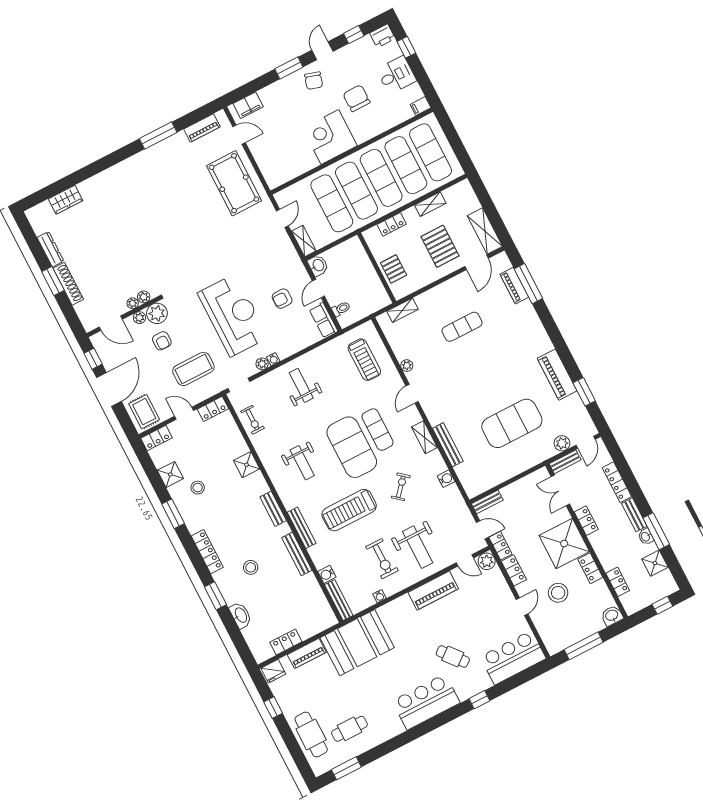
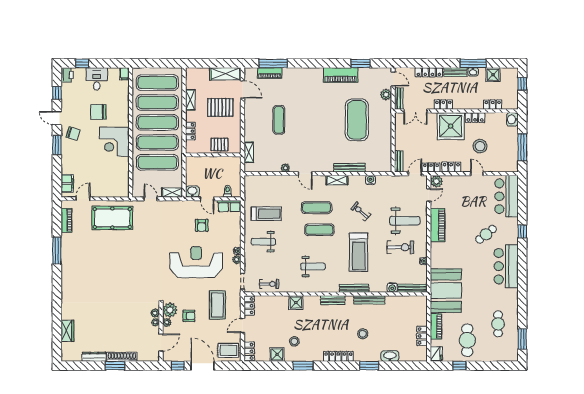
treadmill: (364, 360) -> (266, 214), moved
exercise mat: (352, 447) -> (319, 230), width x0.50, depth x0.69
cafe table: (311, 734) -> (467, 340), moved, turned 90

